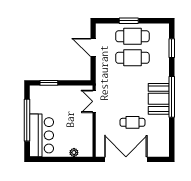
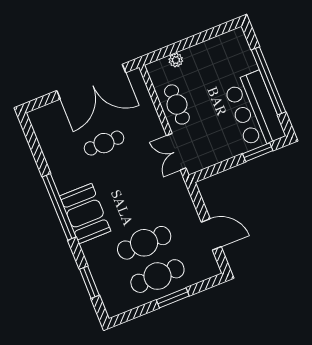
booth: (159, 99) -> (85, 214), moved
double door: (94, 101) -> (176, 152), swing flipped
cafe table: (83, 128) -> (177, 104), added
bar counter: (41, 135) -> (254, 110), moved

